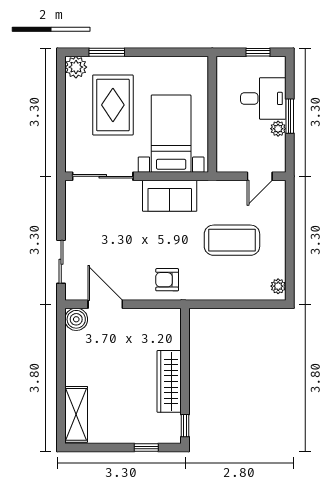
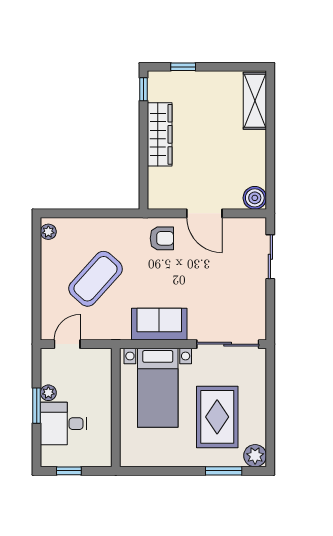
coffee table: (232, 240) -> (96, 279), turned -48
door: (105, 304) -> (204, 213), moved

